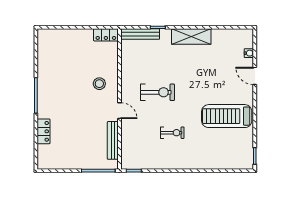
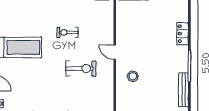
exercise bike: (157, 92) -> (81, 69), turned 180
bench: (113, 140) -> (183, 90), moved

